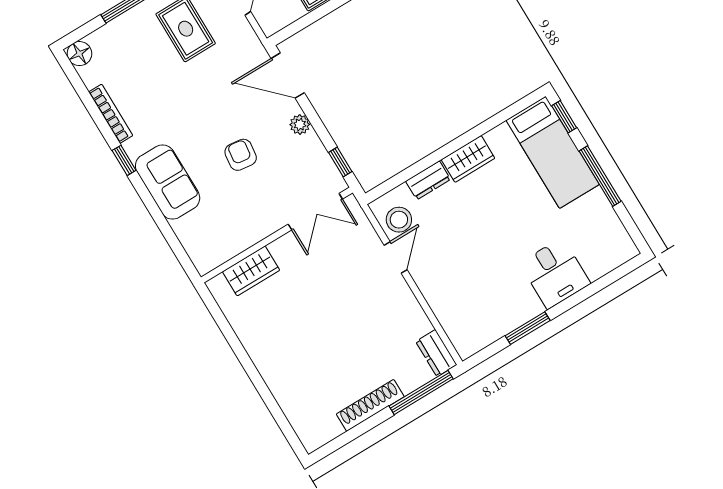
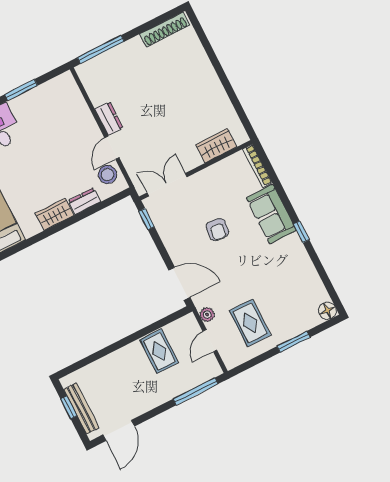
bookcase: (111, 114) -> (257, 166), moved
plant: (300, 124) -> (207, 315), moved
dresser: (436, 353) -> (109, 119), moved
shoe rack: (370, 405) -> (165, 30), moved

